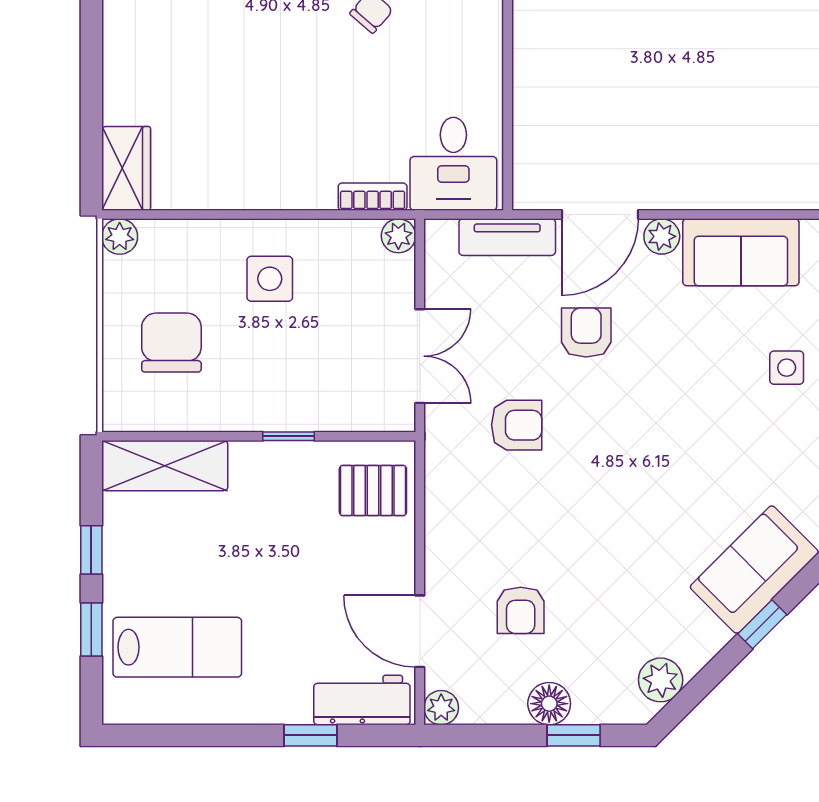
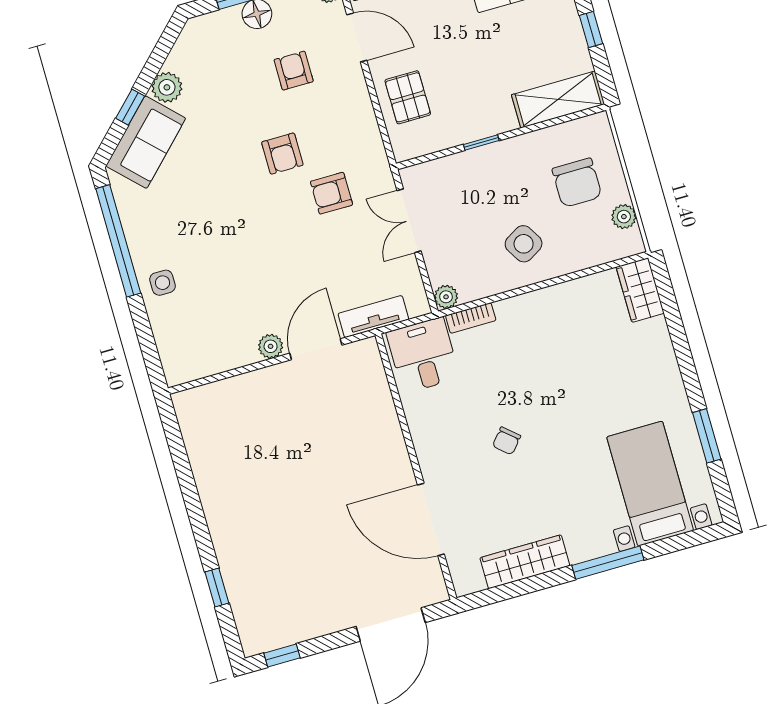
plant: (120, 237) -> (624, 217), moved
sofa: (741, 252) -> (215, 351), removed
side table: (270, 279) -> (524, 244), turned -31
armchair: (586, 332) -> (282, 154), moved
pallet: (373, 490) -> (408, 97), moved, turned 90
plant: (661, 680) -> (167, 87), moved

